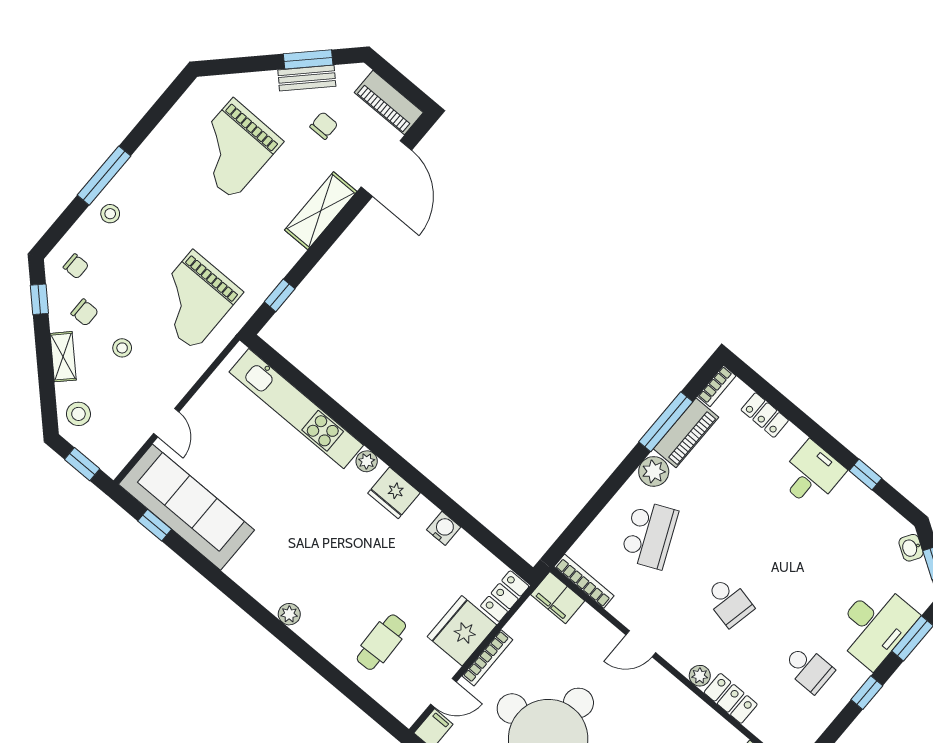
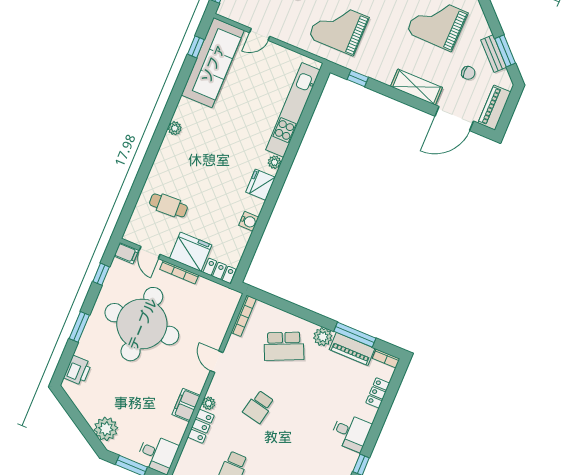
filing cabinet: (558, 598) -> (186, 405), moved
plant: (289, 614) -> (175, 128), moved

